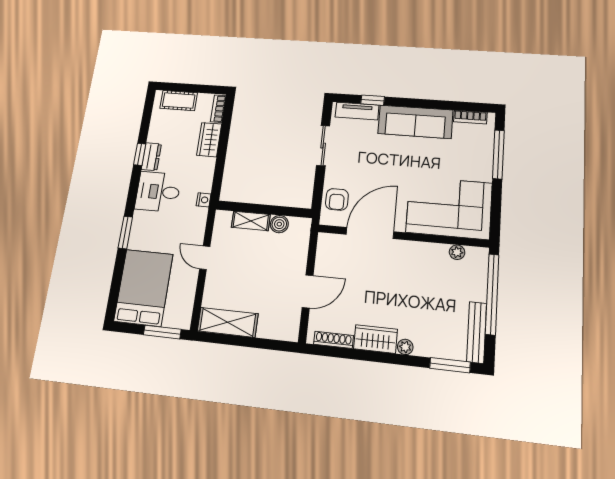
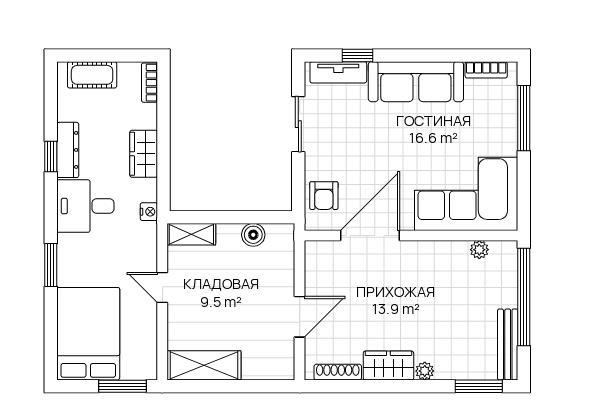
wardrobe: (209, 140) -> (144, 154), moved
dresser: (151, 157) -> (68, 150), width x1.44
shelving: (251, 221) -> (191, 234), moved

